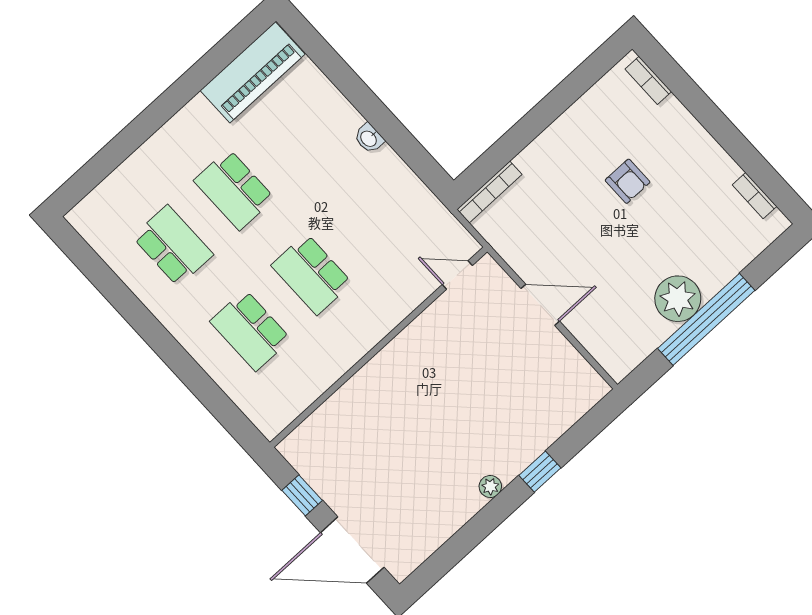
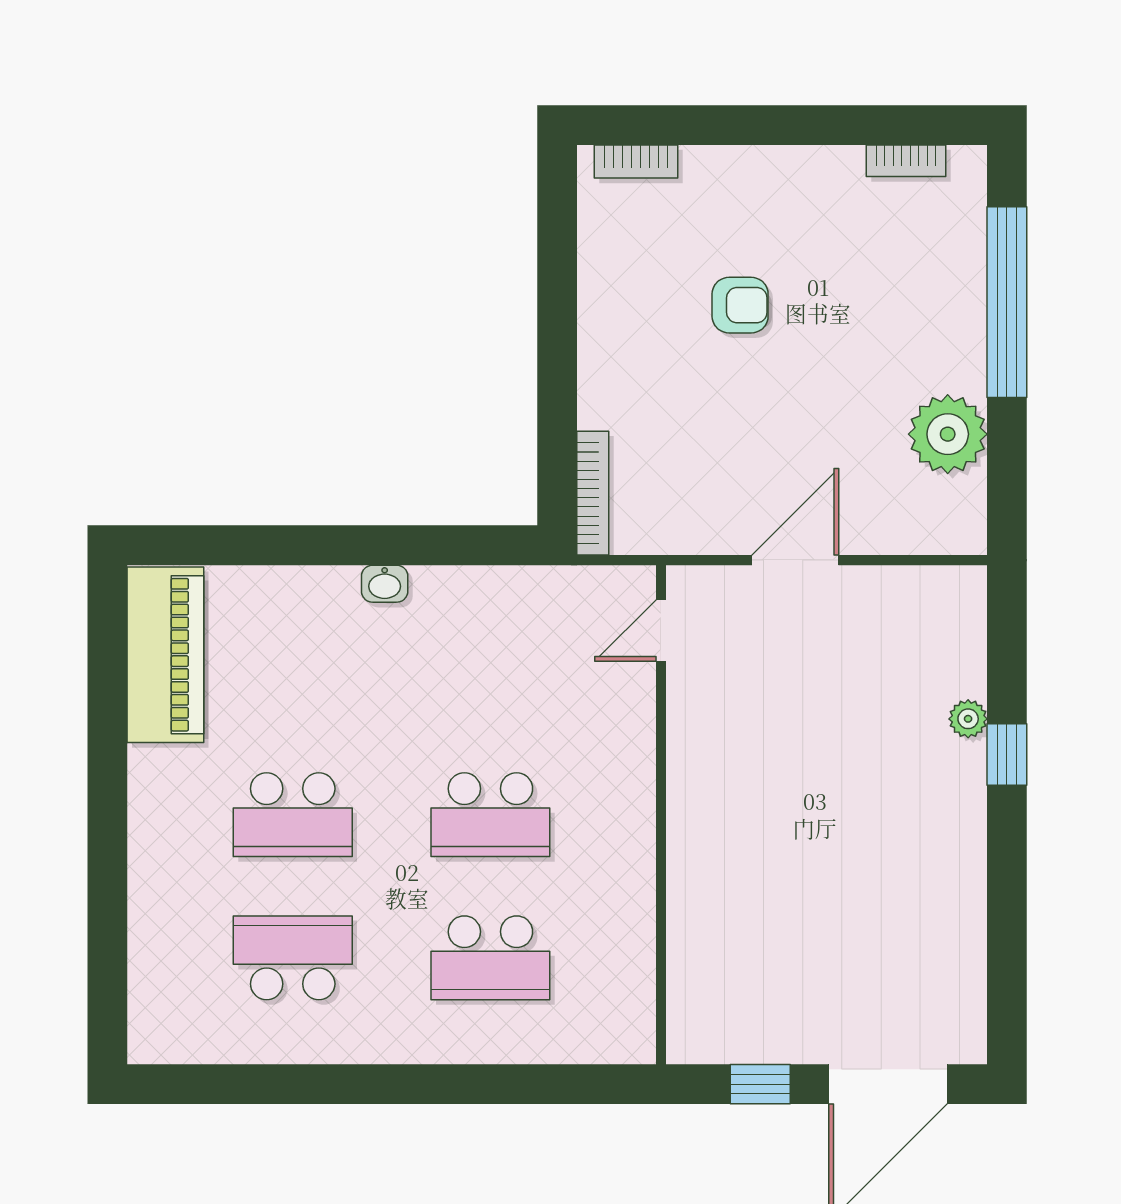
plant: (678, 299) -> (948, 434), moved
window: (706, 319) -> (1007, 302), moved
plant: (490, 487) -> (968, 719), moved

